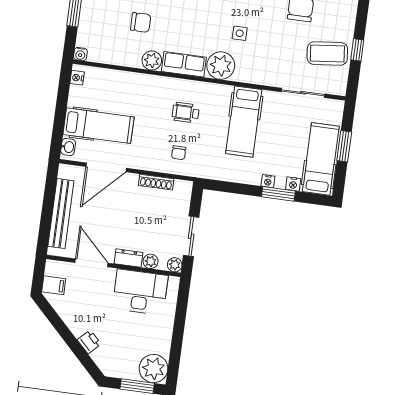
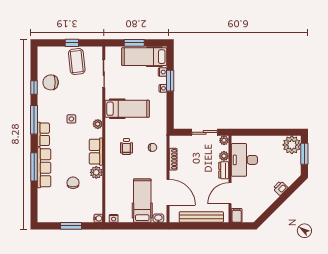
plant: (221, 66) -> (98, 124), width x0.53, depth x0.53
filing cabinet: (54, 285) -> (237, 215), moved

